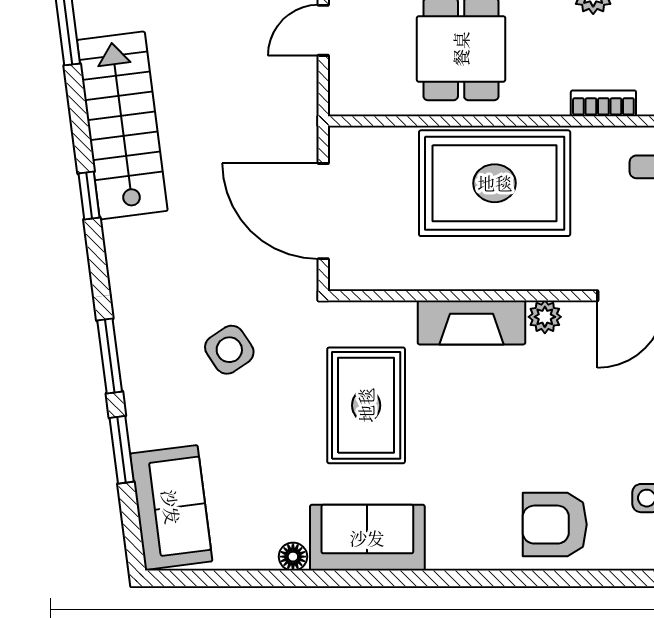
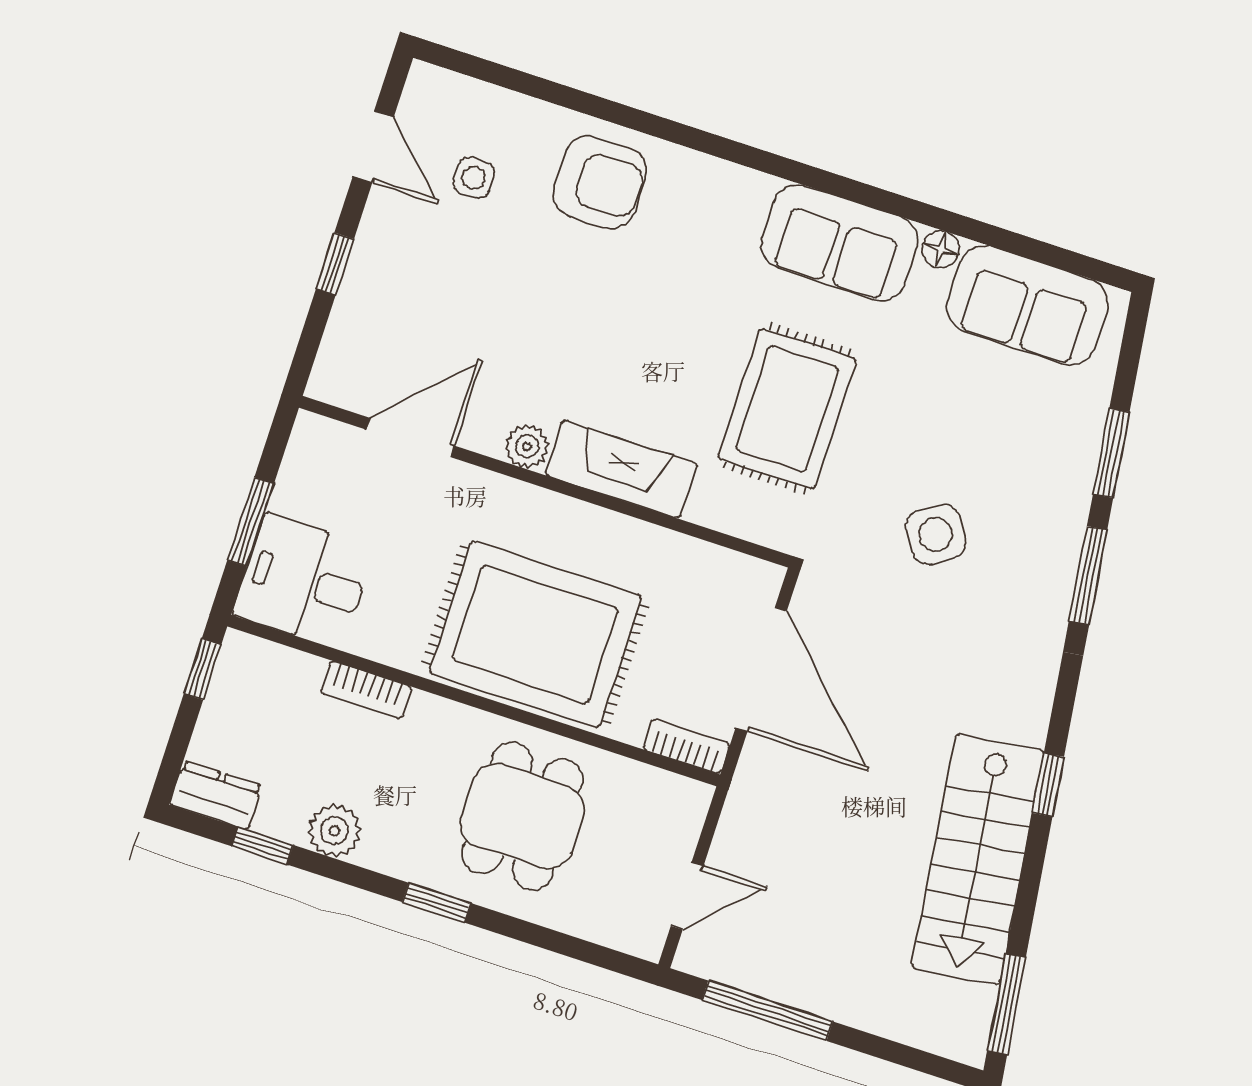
bookcase: (359, 138) -> (686, 746), added
sofa: (171, 507) -> (1028, 305), moved, turned -83

